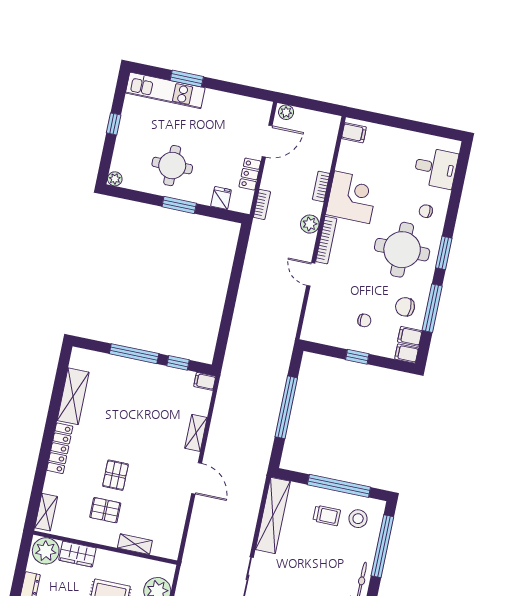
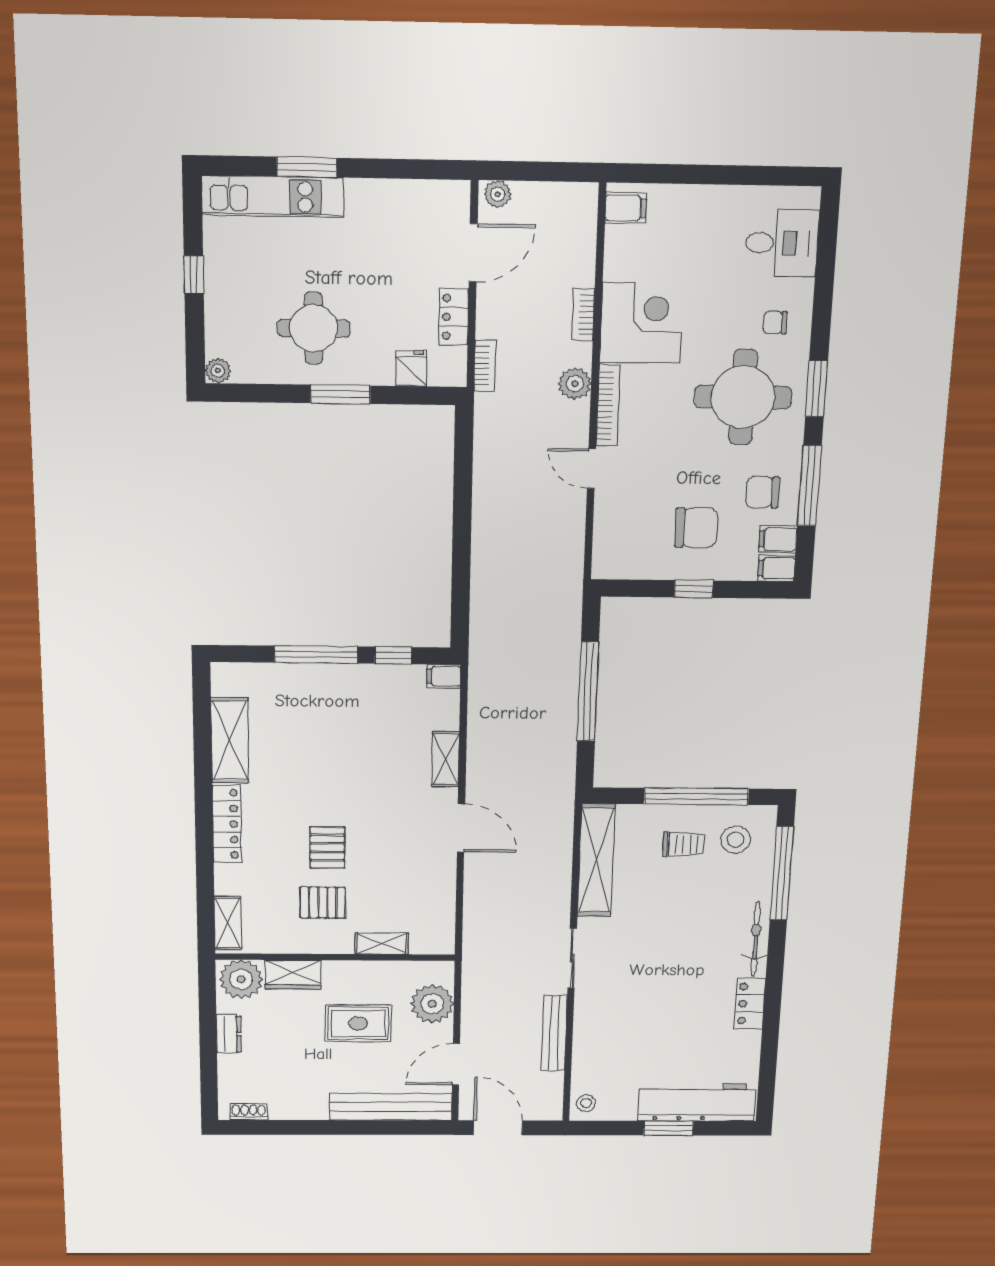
chair: (364, 320) -> (696, 528), width x1.87, depth x1.87

